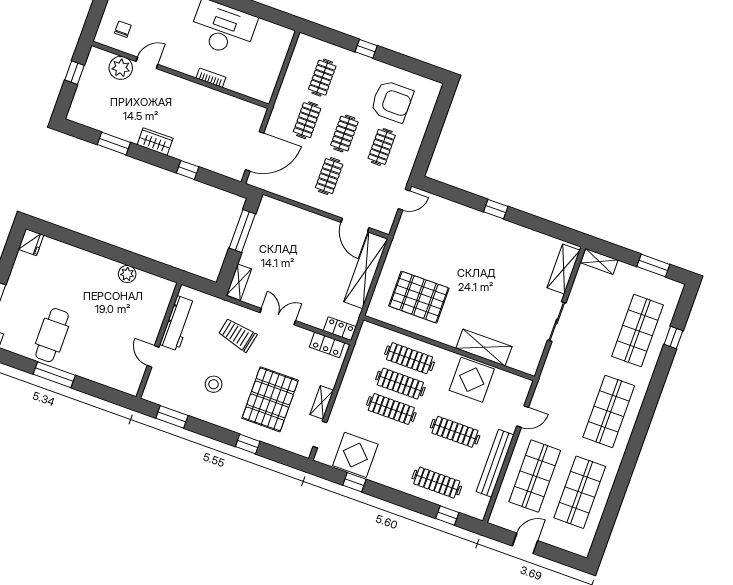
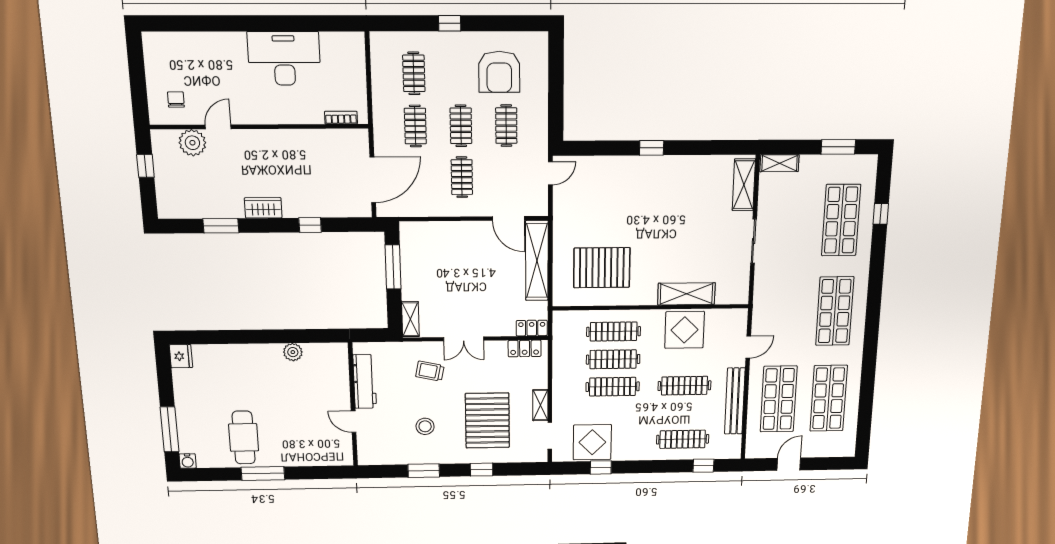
bookcase: (211, 78) -> (341, 118), moved
armchair: (392, 101) -> (499, 72), turned 90
double door: (278, 317) -> (464, 339), swing flipped
trolley: (237, 335) -> (430, 371), width x0.73, depth x0.72
window: (172, 417) -> (424, 471), moved

